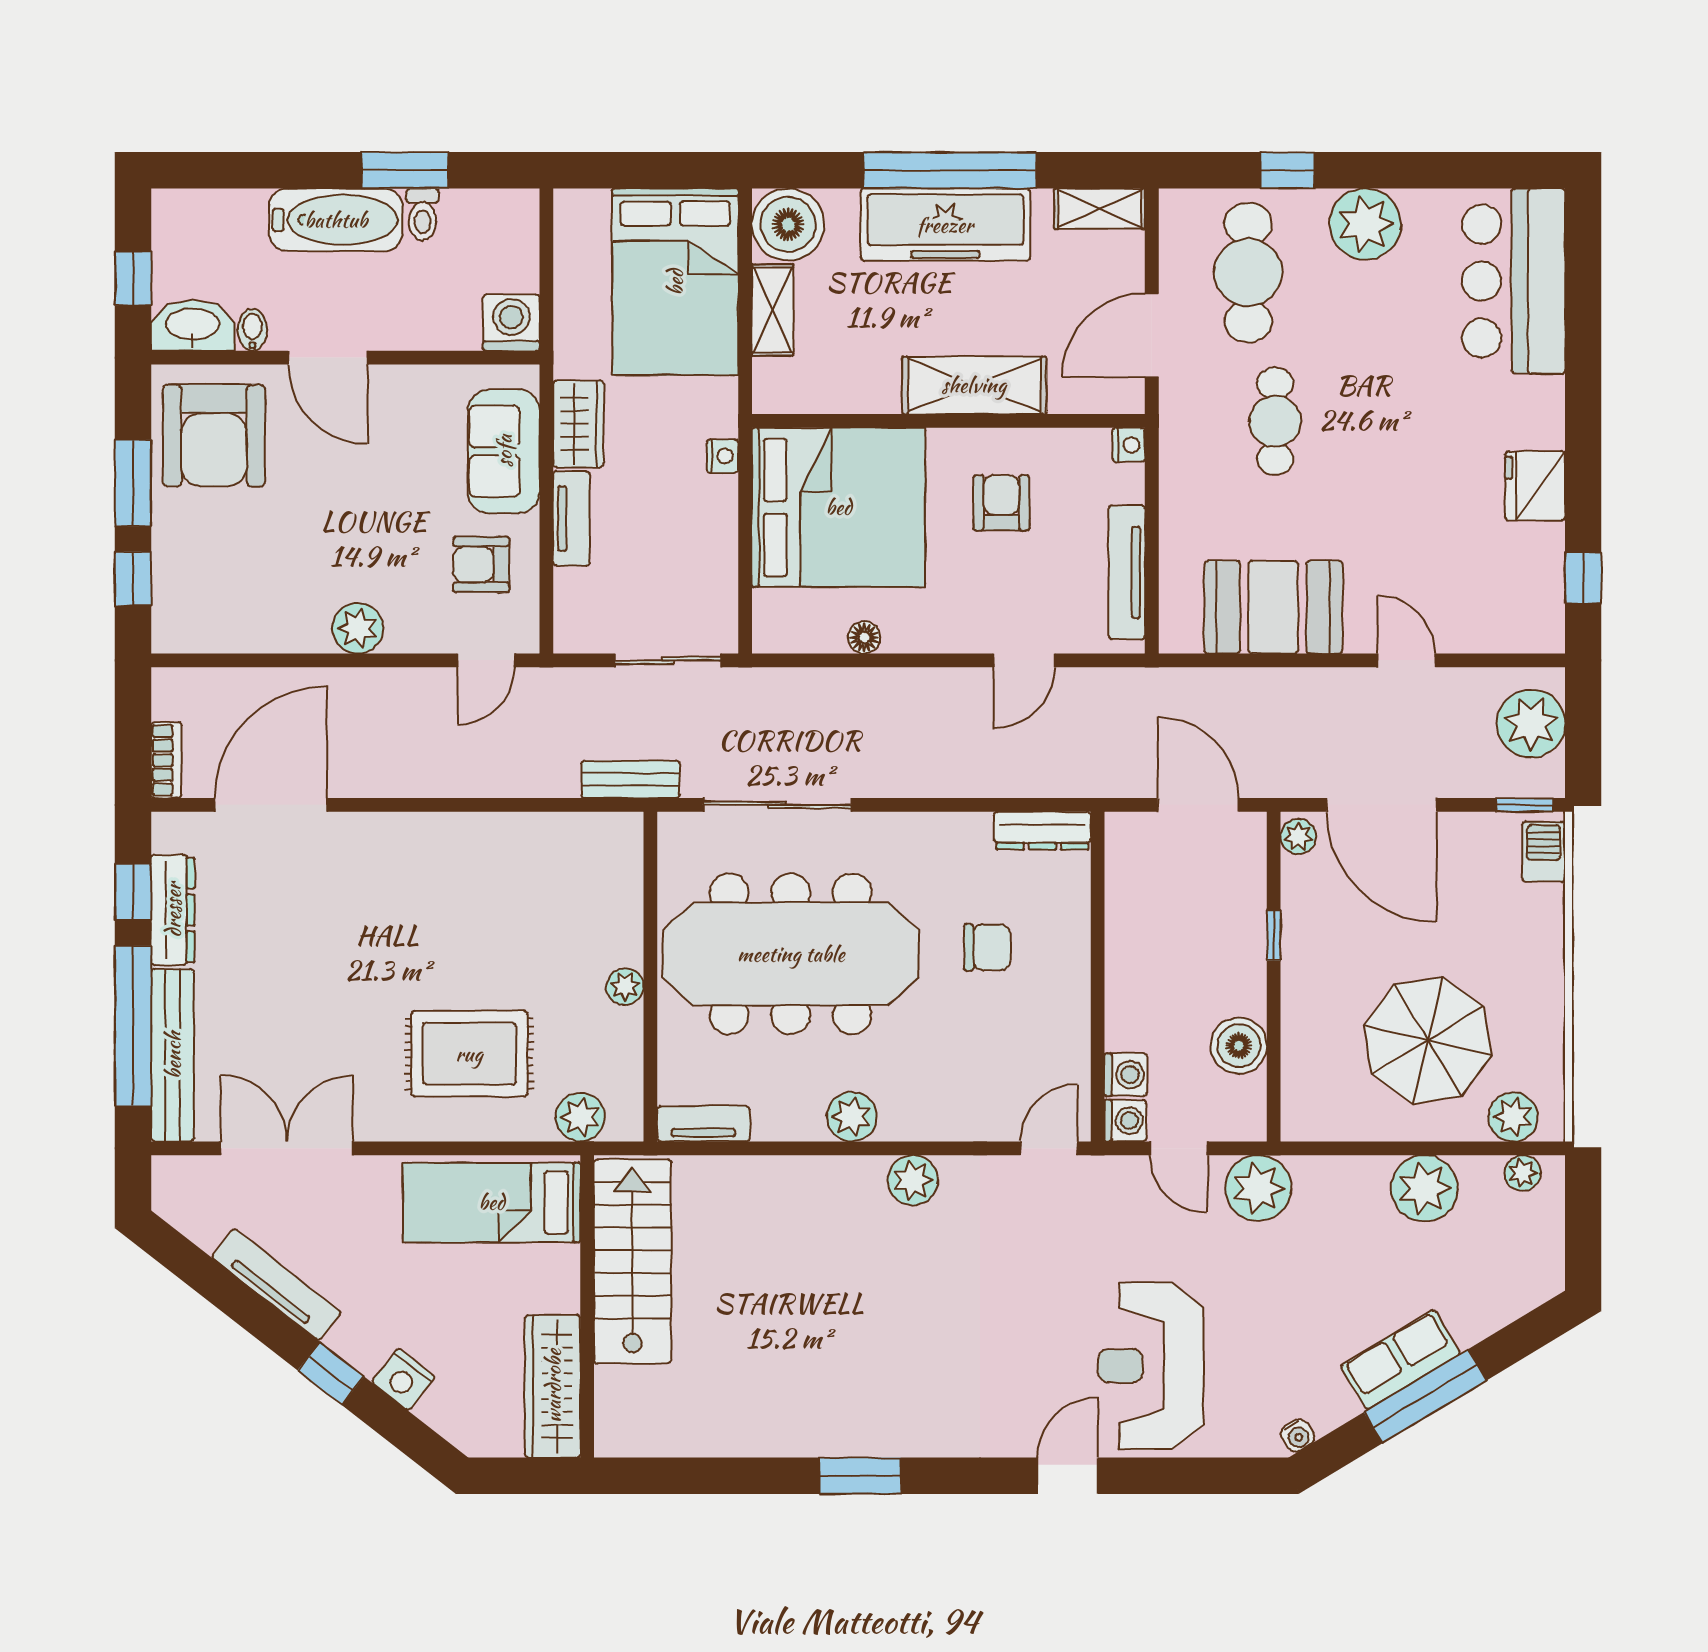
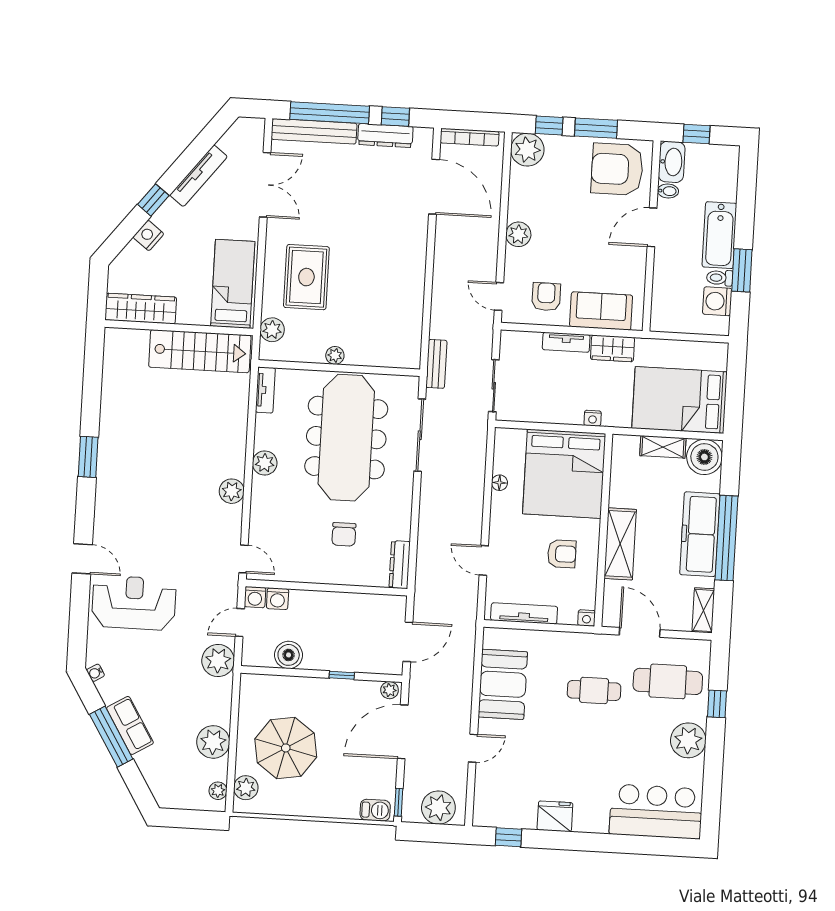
washing machine: (511, 323) -> (717, 301), moved, turned 180
plant: (185, 620) -> (527, 150), added
bookcase: (166, 760) -> (470, 137), width x1.56

